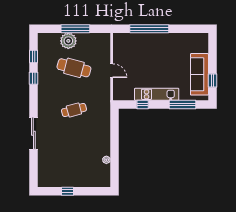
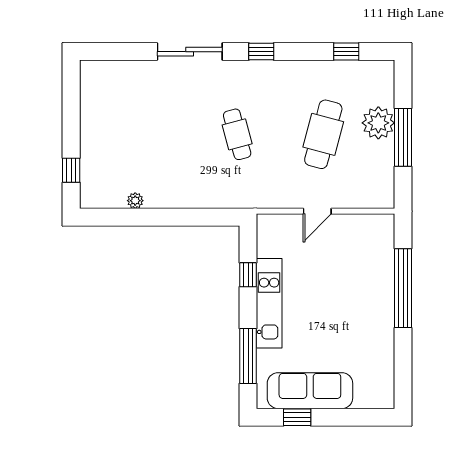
window: (33, 78) -> (261, 52), moved
window: (68, 191) -> (71, 170), moved

